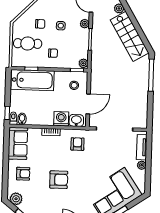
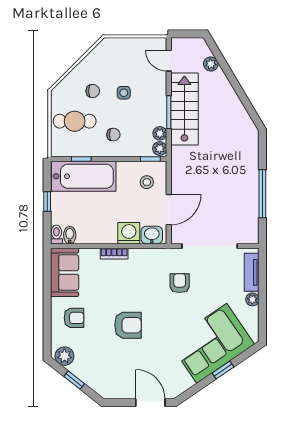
plant: (85, 24) -> (160, 133), moved
stairs: (130, 36) -> (184, 109), moved, turned -149
window: (151, 75) -> (262, 194), moved
window: (7, 113) -> (47, 202), moved
armchair: (77, 144) -> (180, 283), moved

